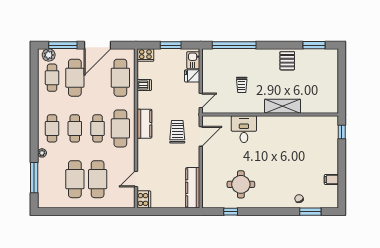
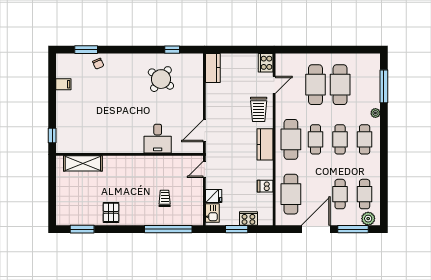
cooker: (145, 55) -> (248, 218), moved
cafe table: (75, 78) -> (340, 194), width x0.73, depth x0.74
trolley: (242, 85) -> (165, 198), moved
shelving: (283, 106) -> (83, 163), moved
trolley: (177, 132) -> (259, 109), moved
round table: (241, 184) -> (161, 79), turned 37
kitchen counter: (193, 188) -> (213, 68), width x0.67

